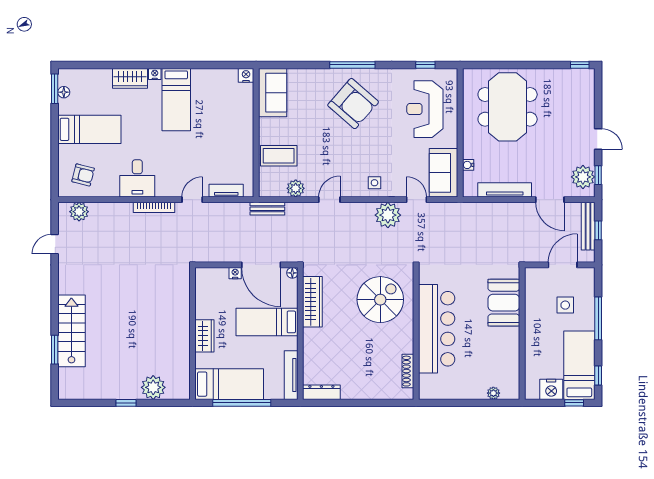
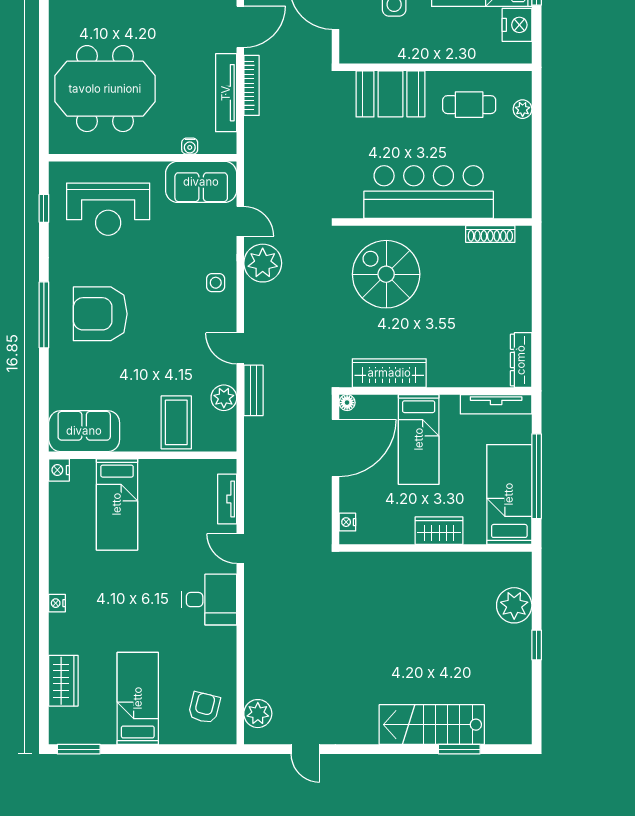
wardrobe: (130, 78) -> (63, 681), moved
floor lamp: (64, 92) -> (84, 736), removed
bed: (176, 100) -> (117, 504), moved, turned 90
armchair: (353, 104) -> (100, 314), turned -131
desk: (137, 178) -> (209, 600), moved
door: (417, 200) -> (240, 221), swing flipped
bookcase: (154, 207) -> (252, 85), moved
bench: (267, 209) -> (253, 390), moved
nightstand: (235, 273) -> (347, 522), moved
cafe table: (497, 357) -> (469, 105), added

